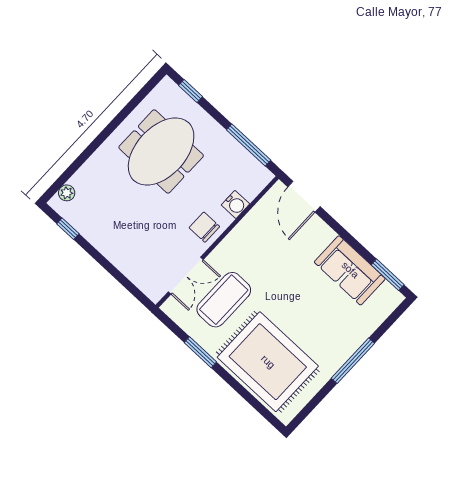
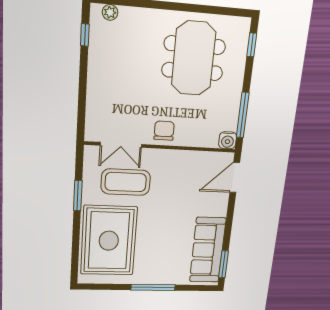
meeting table: (161, 152) -> (194, 58), turned 90
water cooler: (235, 204) -> (228, 140), moved
sofa: (350, 270) -> (208, 250), width x1.36

